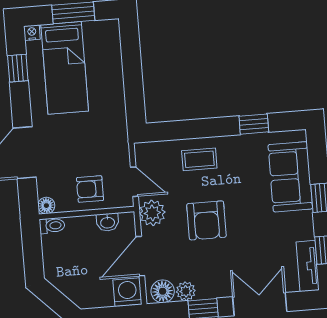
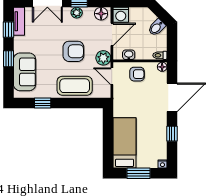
window: (18, 68) -> (172, 134), moved
bed: (65, 68) -> (125, 143), moved
coffee table: (199, 159) -> (75, 86), width x1.86, depth x1.72
armchair: (206, 220) -> (73, 51), turned 90
bidet: (62, 275) -> (157, 27), added
plant: (186, 291) -> (77, 13), moved

